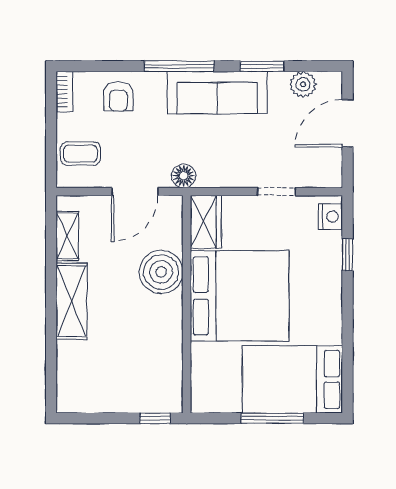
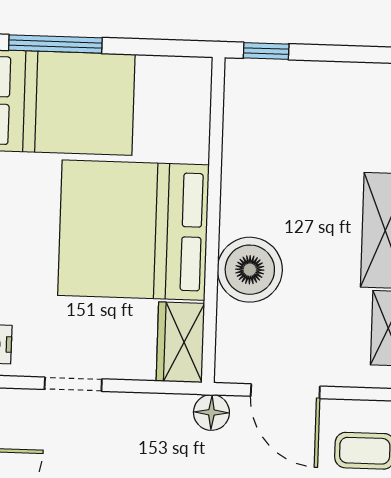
door: (135, 192) -> (285, 391), swing flipped
window: (272, 418) -> (55, 44), moved

